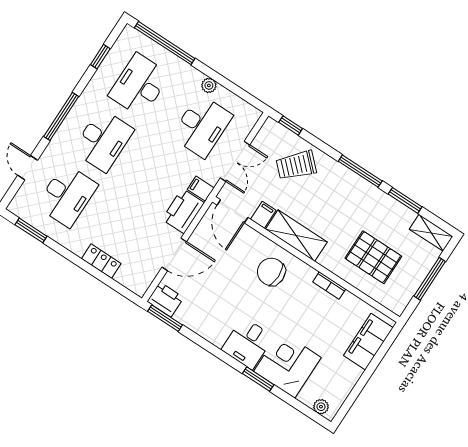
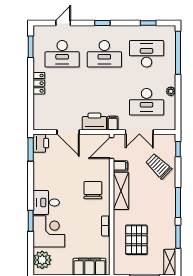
window: (61, 116) -> (102, 23), width x0.46
locker: (101, 261) -> (39, 83), moved
plant: (321, 407) -> (42, 260), width x1.88, depth x1.88

